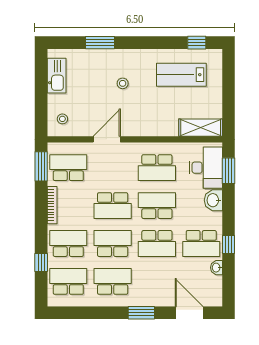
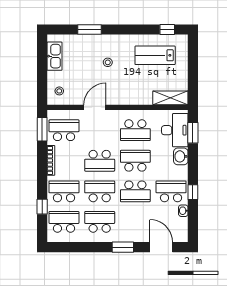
school desk: (201, 244) -> (171, 191), turned 180

